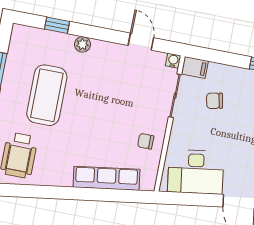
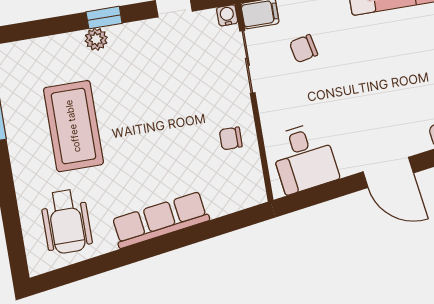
window: (57, 25) -> (104, 18), moved
desk: (196, 172) -> (304, 158), width x0.73
row of seats: (107, 178) -> (160, 220), moved

